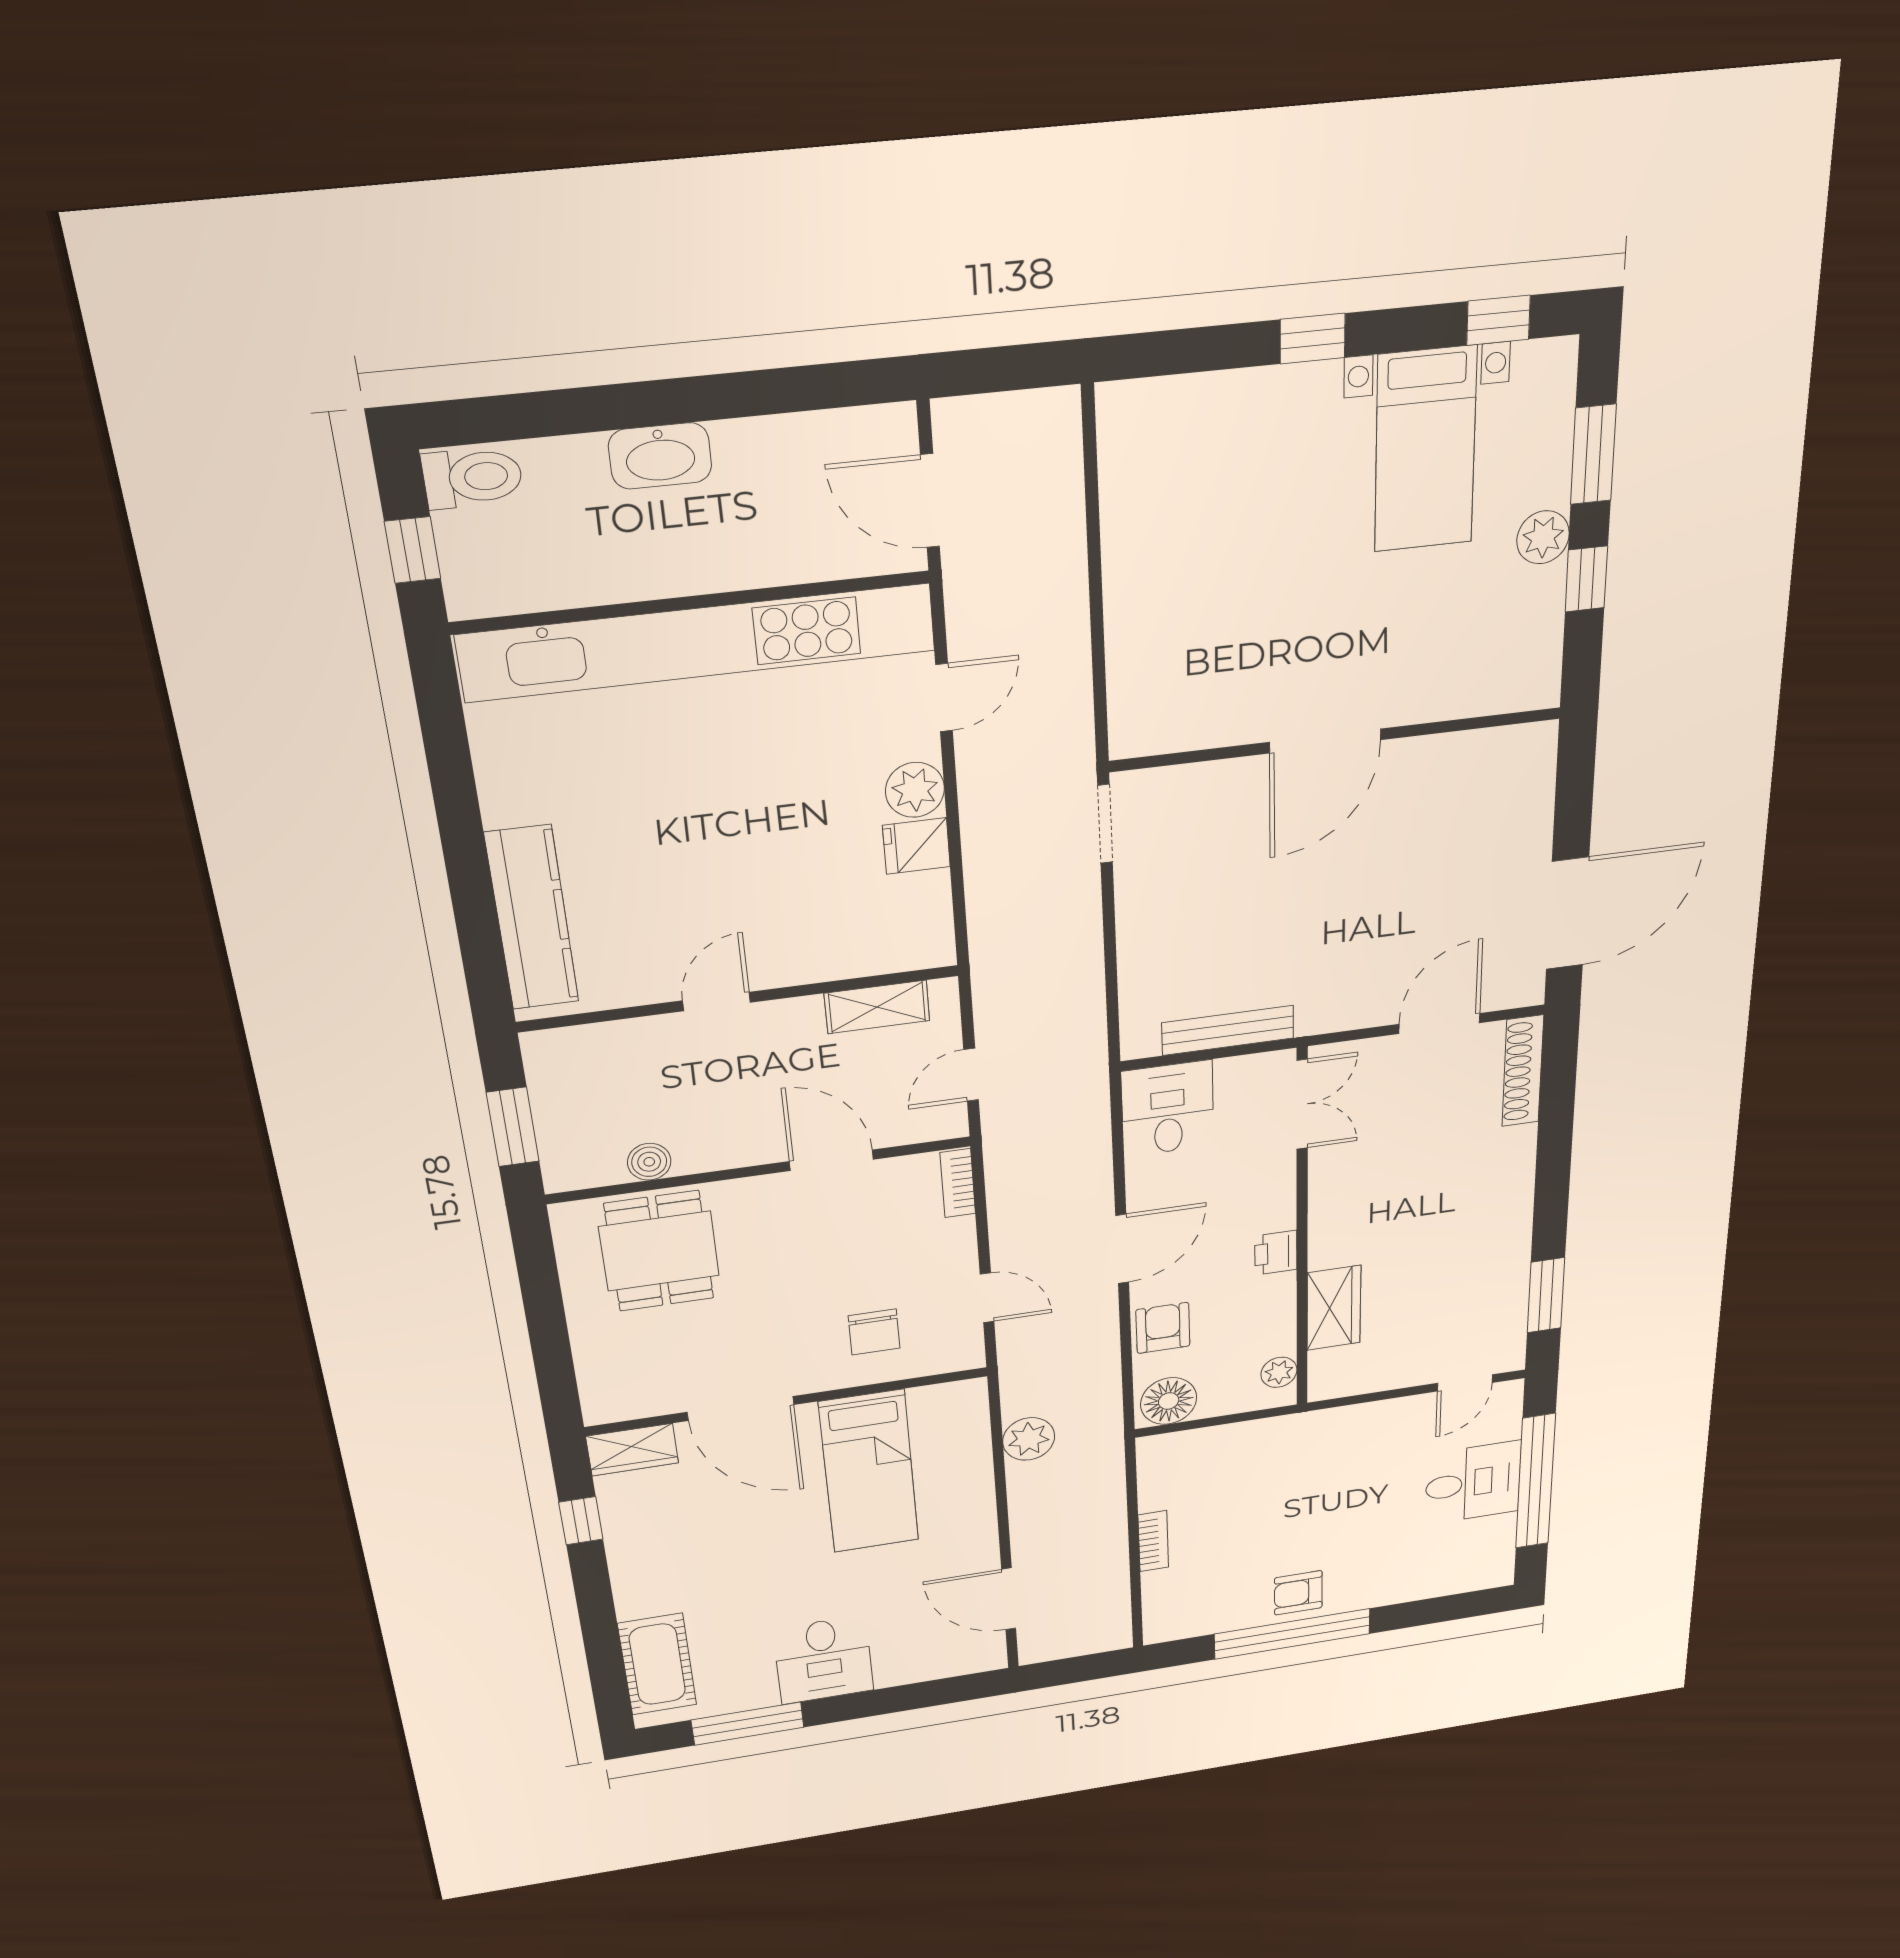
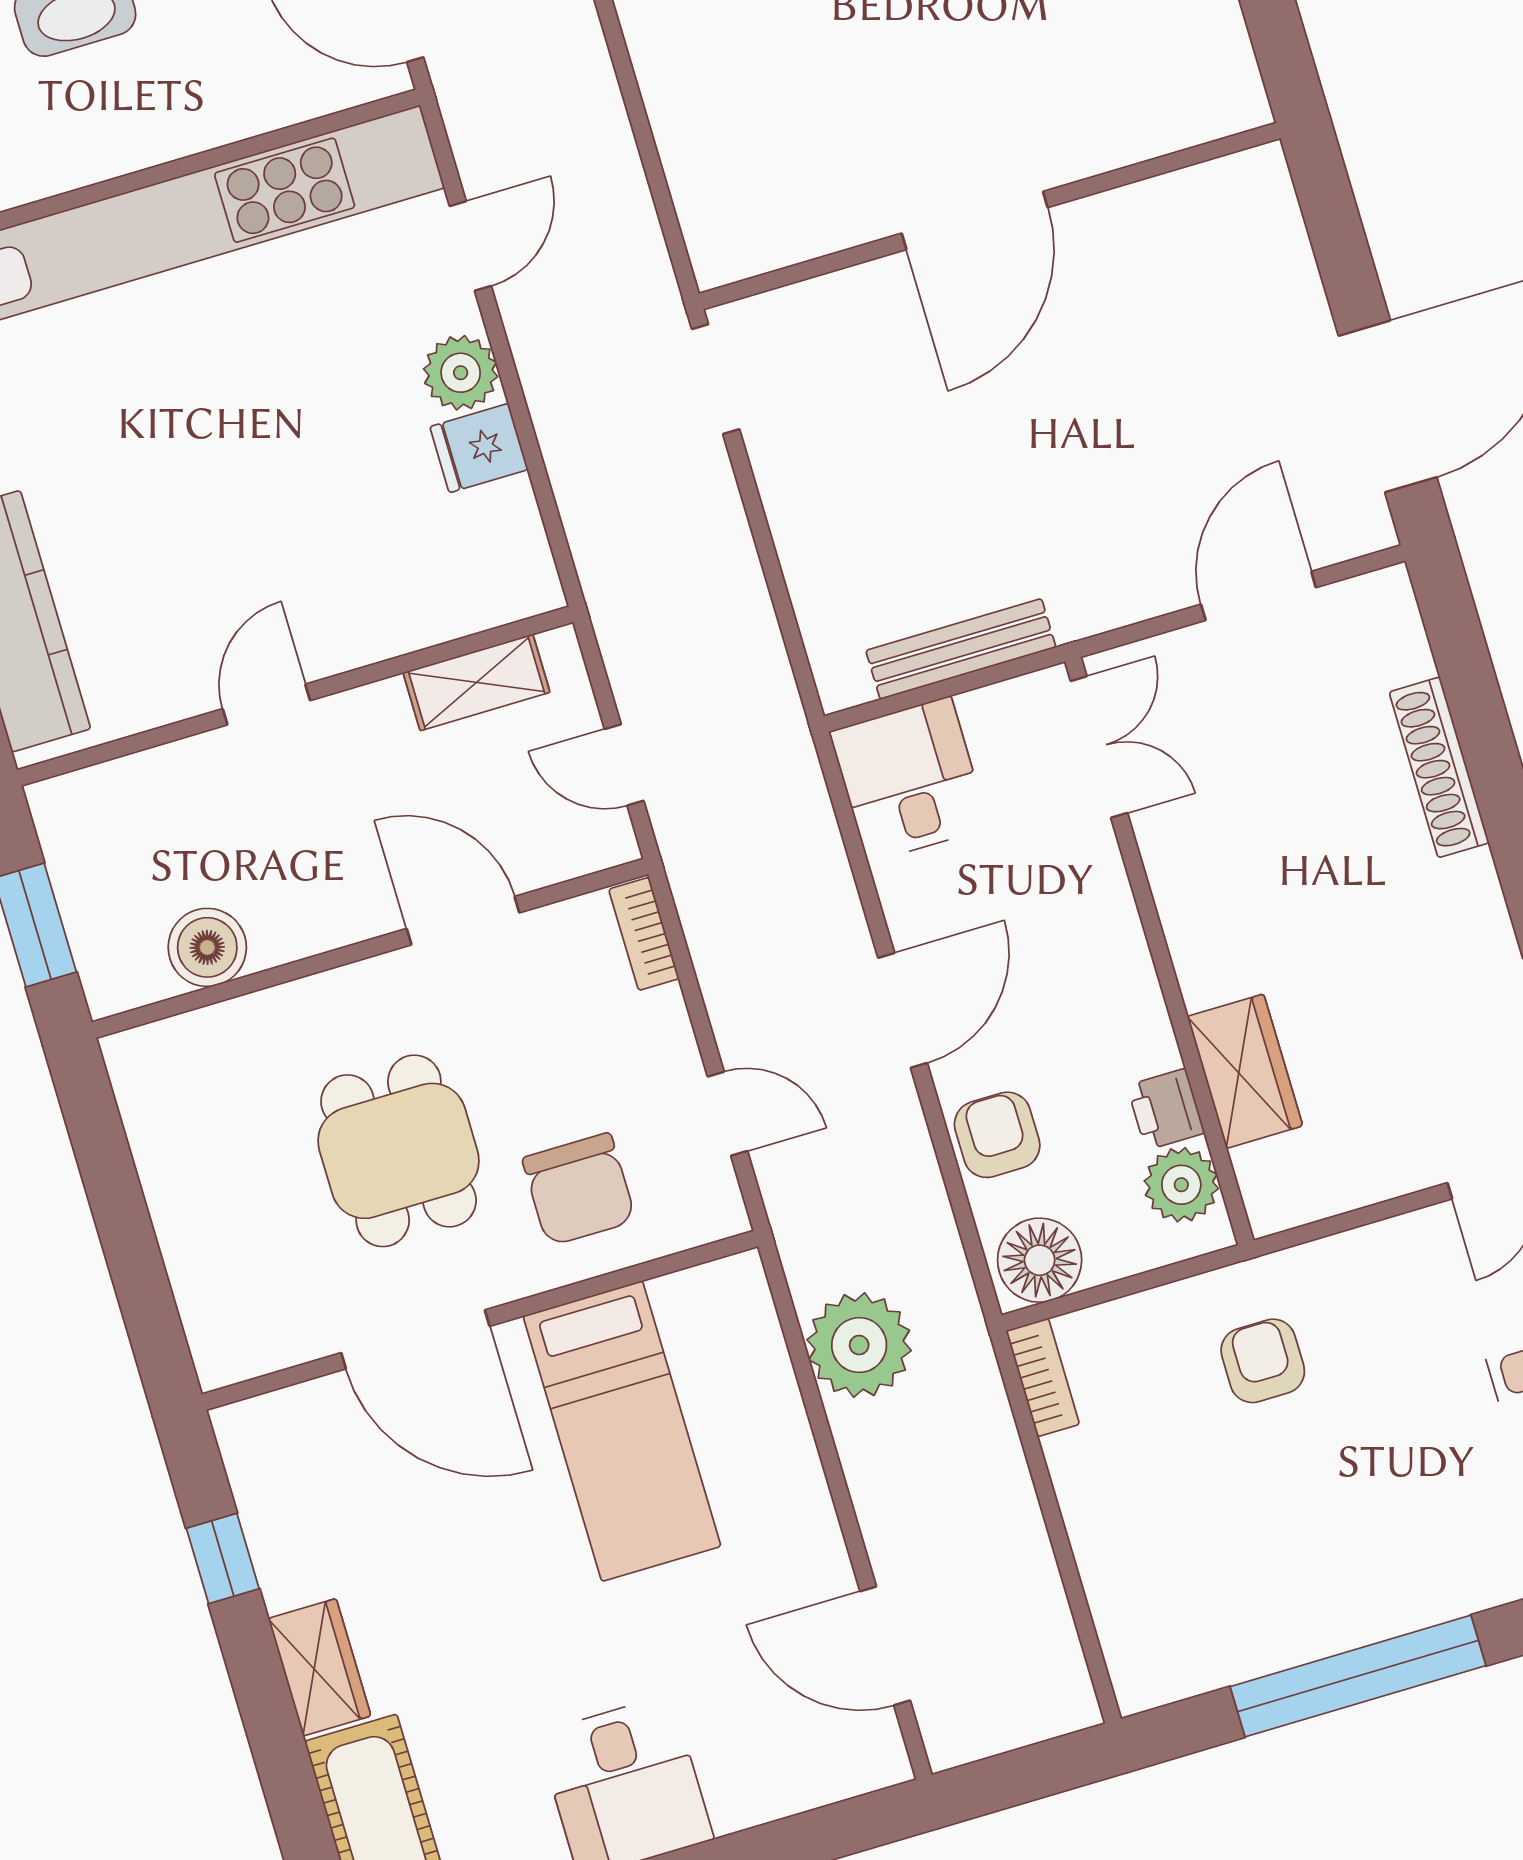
shoe rack: (1523, 1071) -> (1439, 767), moved
door: (971, 1075) -> (624, 765), hinge flipped
boiler: (649, 1162) -> (207, 947), width x1.36, depth x1.36
dining table: (659, 1251) -> (399, 1151), moved
printer: (1276, 1253) -> (1166, 1109), moved
chair: (874, 1332) -> (579, 1189), width x1.37, depth x1.37
plant: (1279, 1372) -> (1181, 1185), width x1.38, depth x1.38
plant: (1029, 1439) -> (859, 1345), width x1.36, depth x1.36
wardrobe: (632, 1450) -> (320, 1667), moved, turned -90
bookcase: (1153, 1541) -> (1043, 1377), moved
armchair: (1298, 1593) -> (1263, 1361), moved, turned 90

